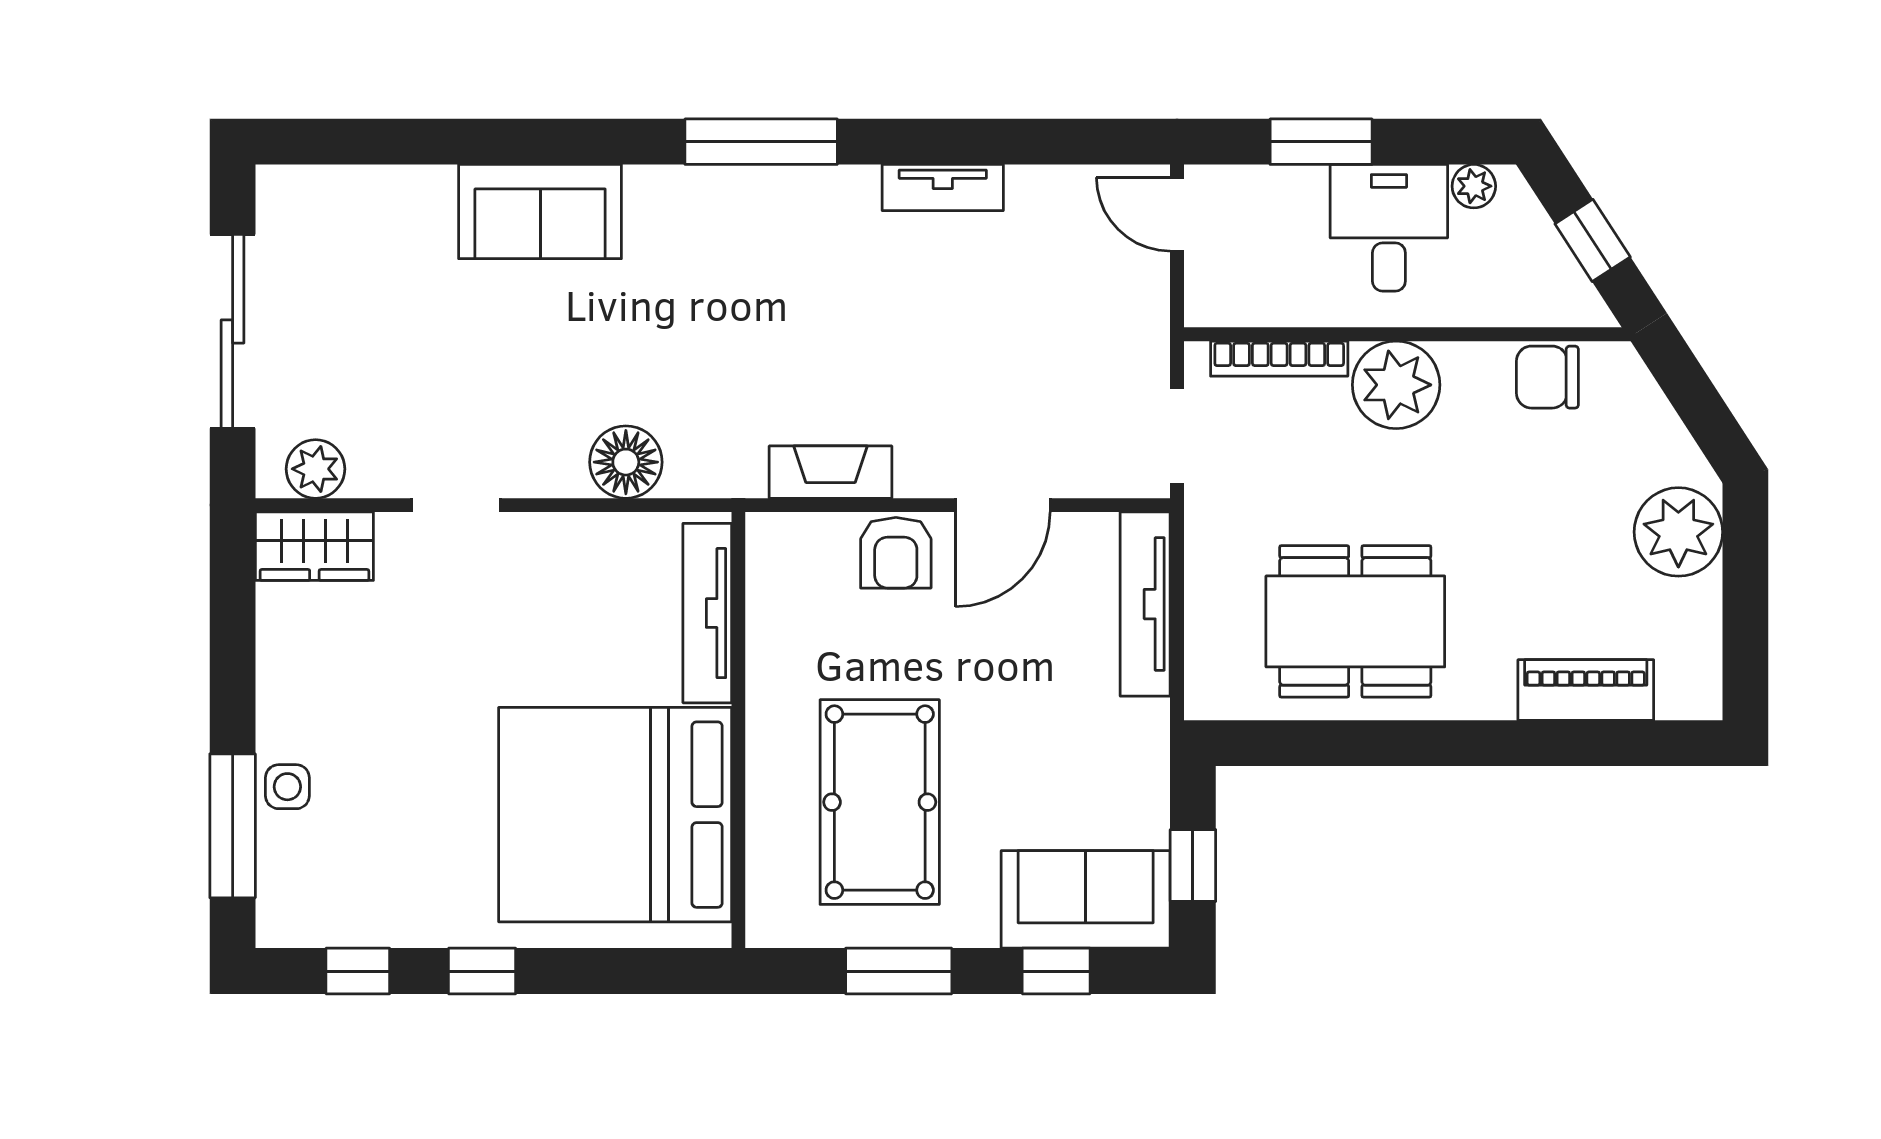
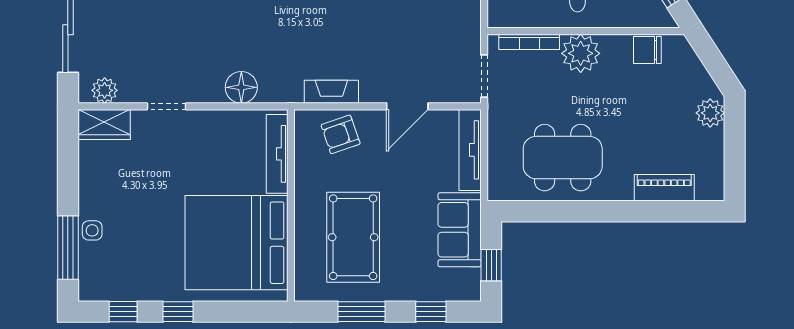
plant: (1678, 532) -> (710, 113), width x0.73, depth x0.73
armchair: (896, 553) -> (341, 134), moved, turned 71
sofa: (1086, 899) -> (460, 230), moved, turned -90

